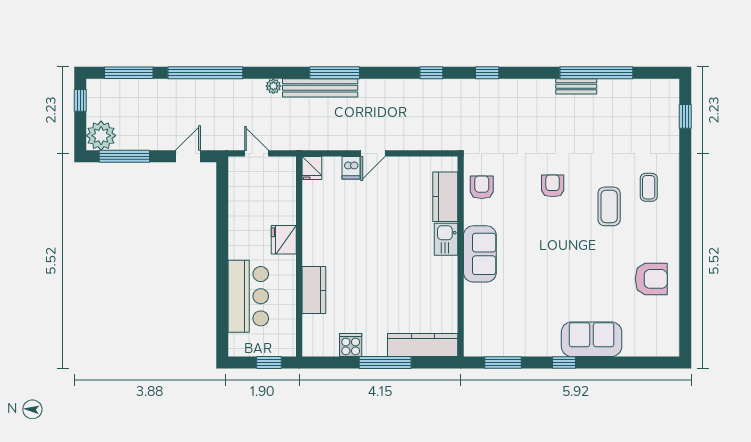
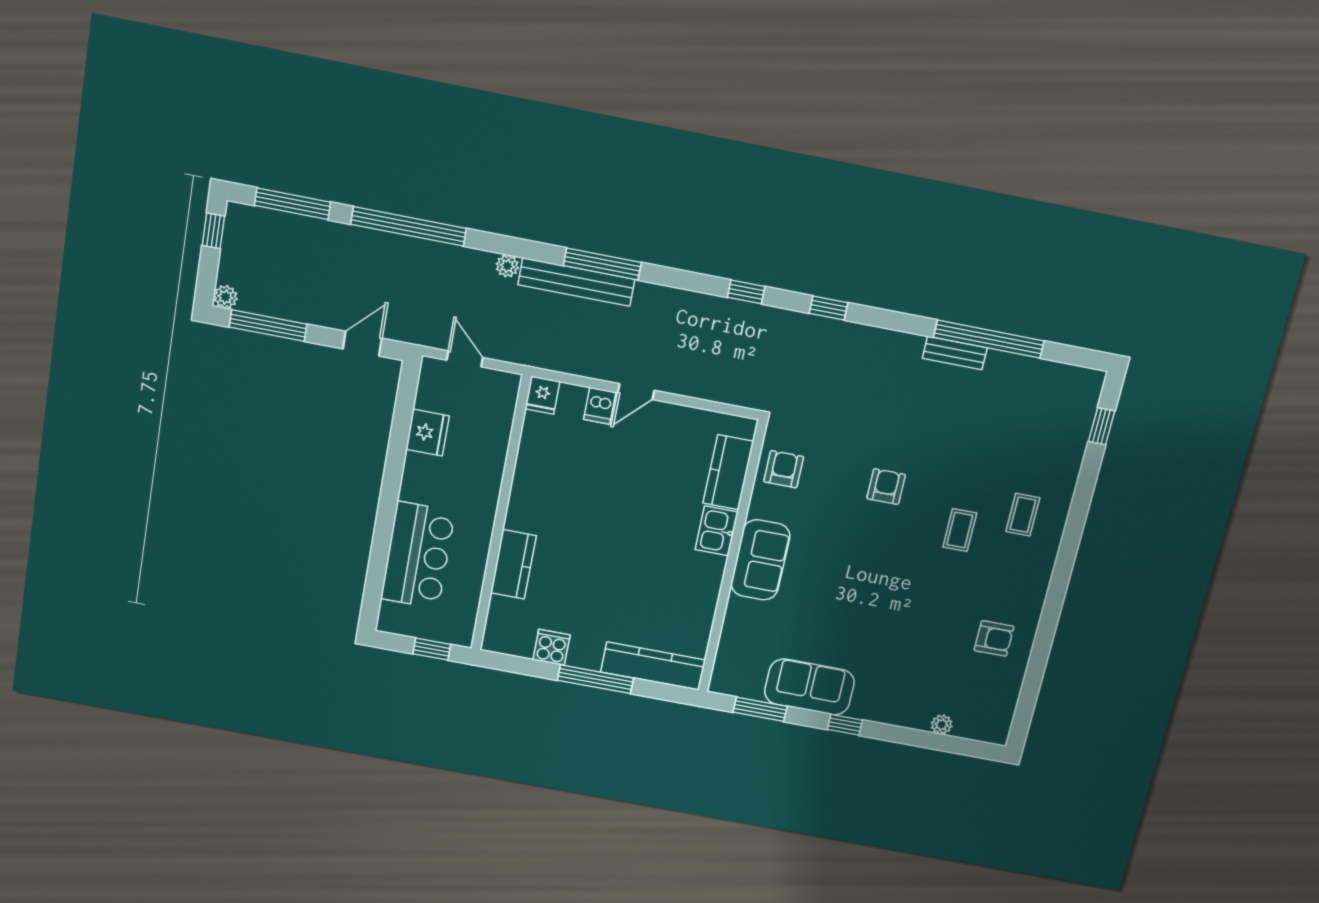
plant: (101, 136) -> (225, 297), width x0.53, depth x0.53
coffee table: (609, 206) -> (960, 530), width x0.73, depth x0.77
fridge: (284, 240) -> (428, 433), moved, turned 180
armchair: (651, 279) -> (994, 638), width x0.72, depth x0.72
sofa: (592, 339) -> (809, 687), moved
plant: (631, 349) -> (942, 725), added

